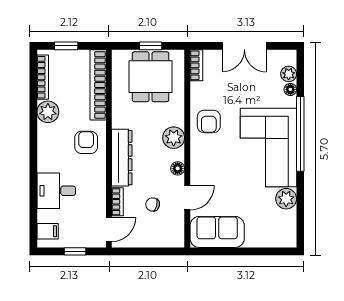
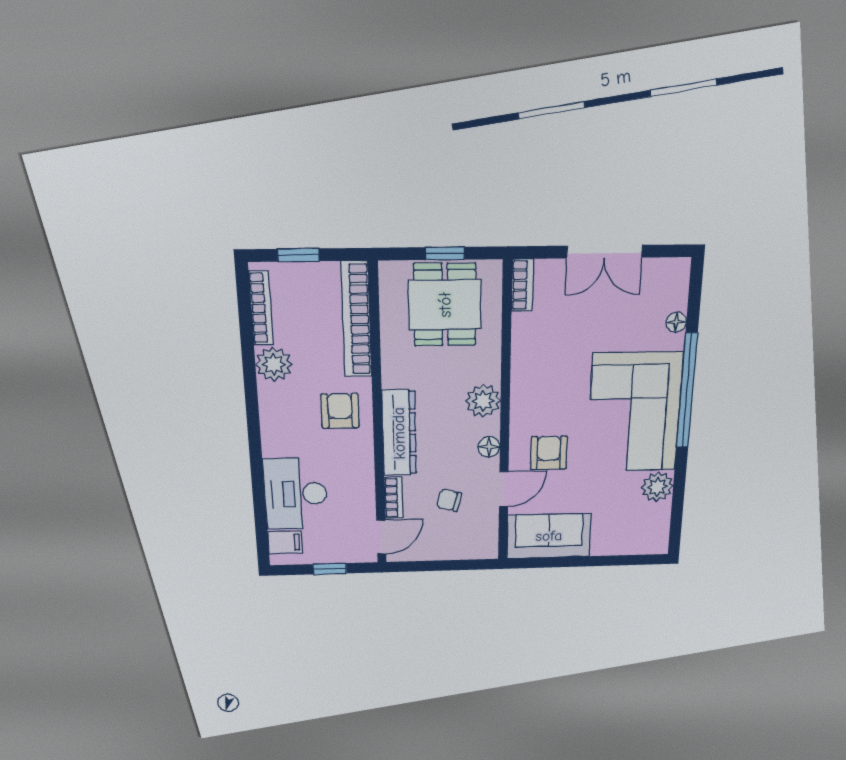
plant: (289, 74) -> (675, 297), removed
armchair: (209, 121) -> (549, 453), moved, turned 180
desk: (56, 191) -> (296, 494), width x1.37

